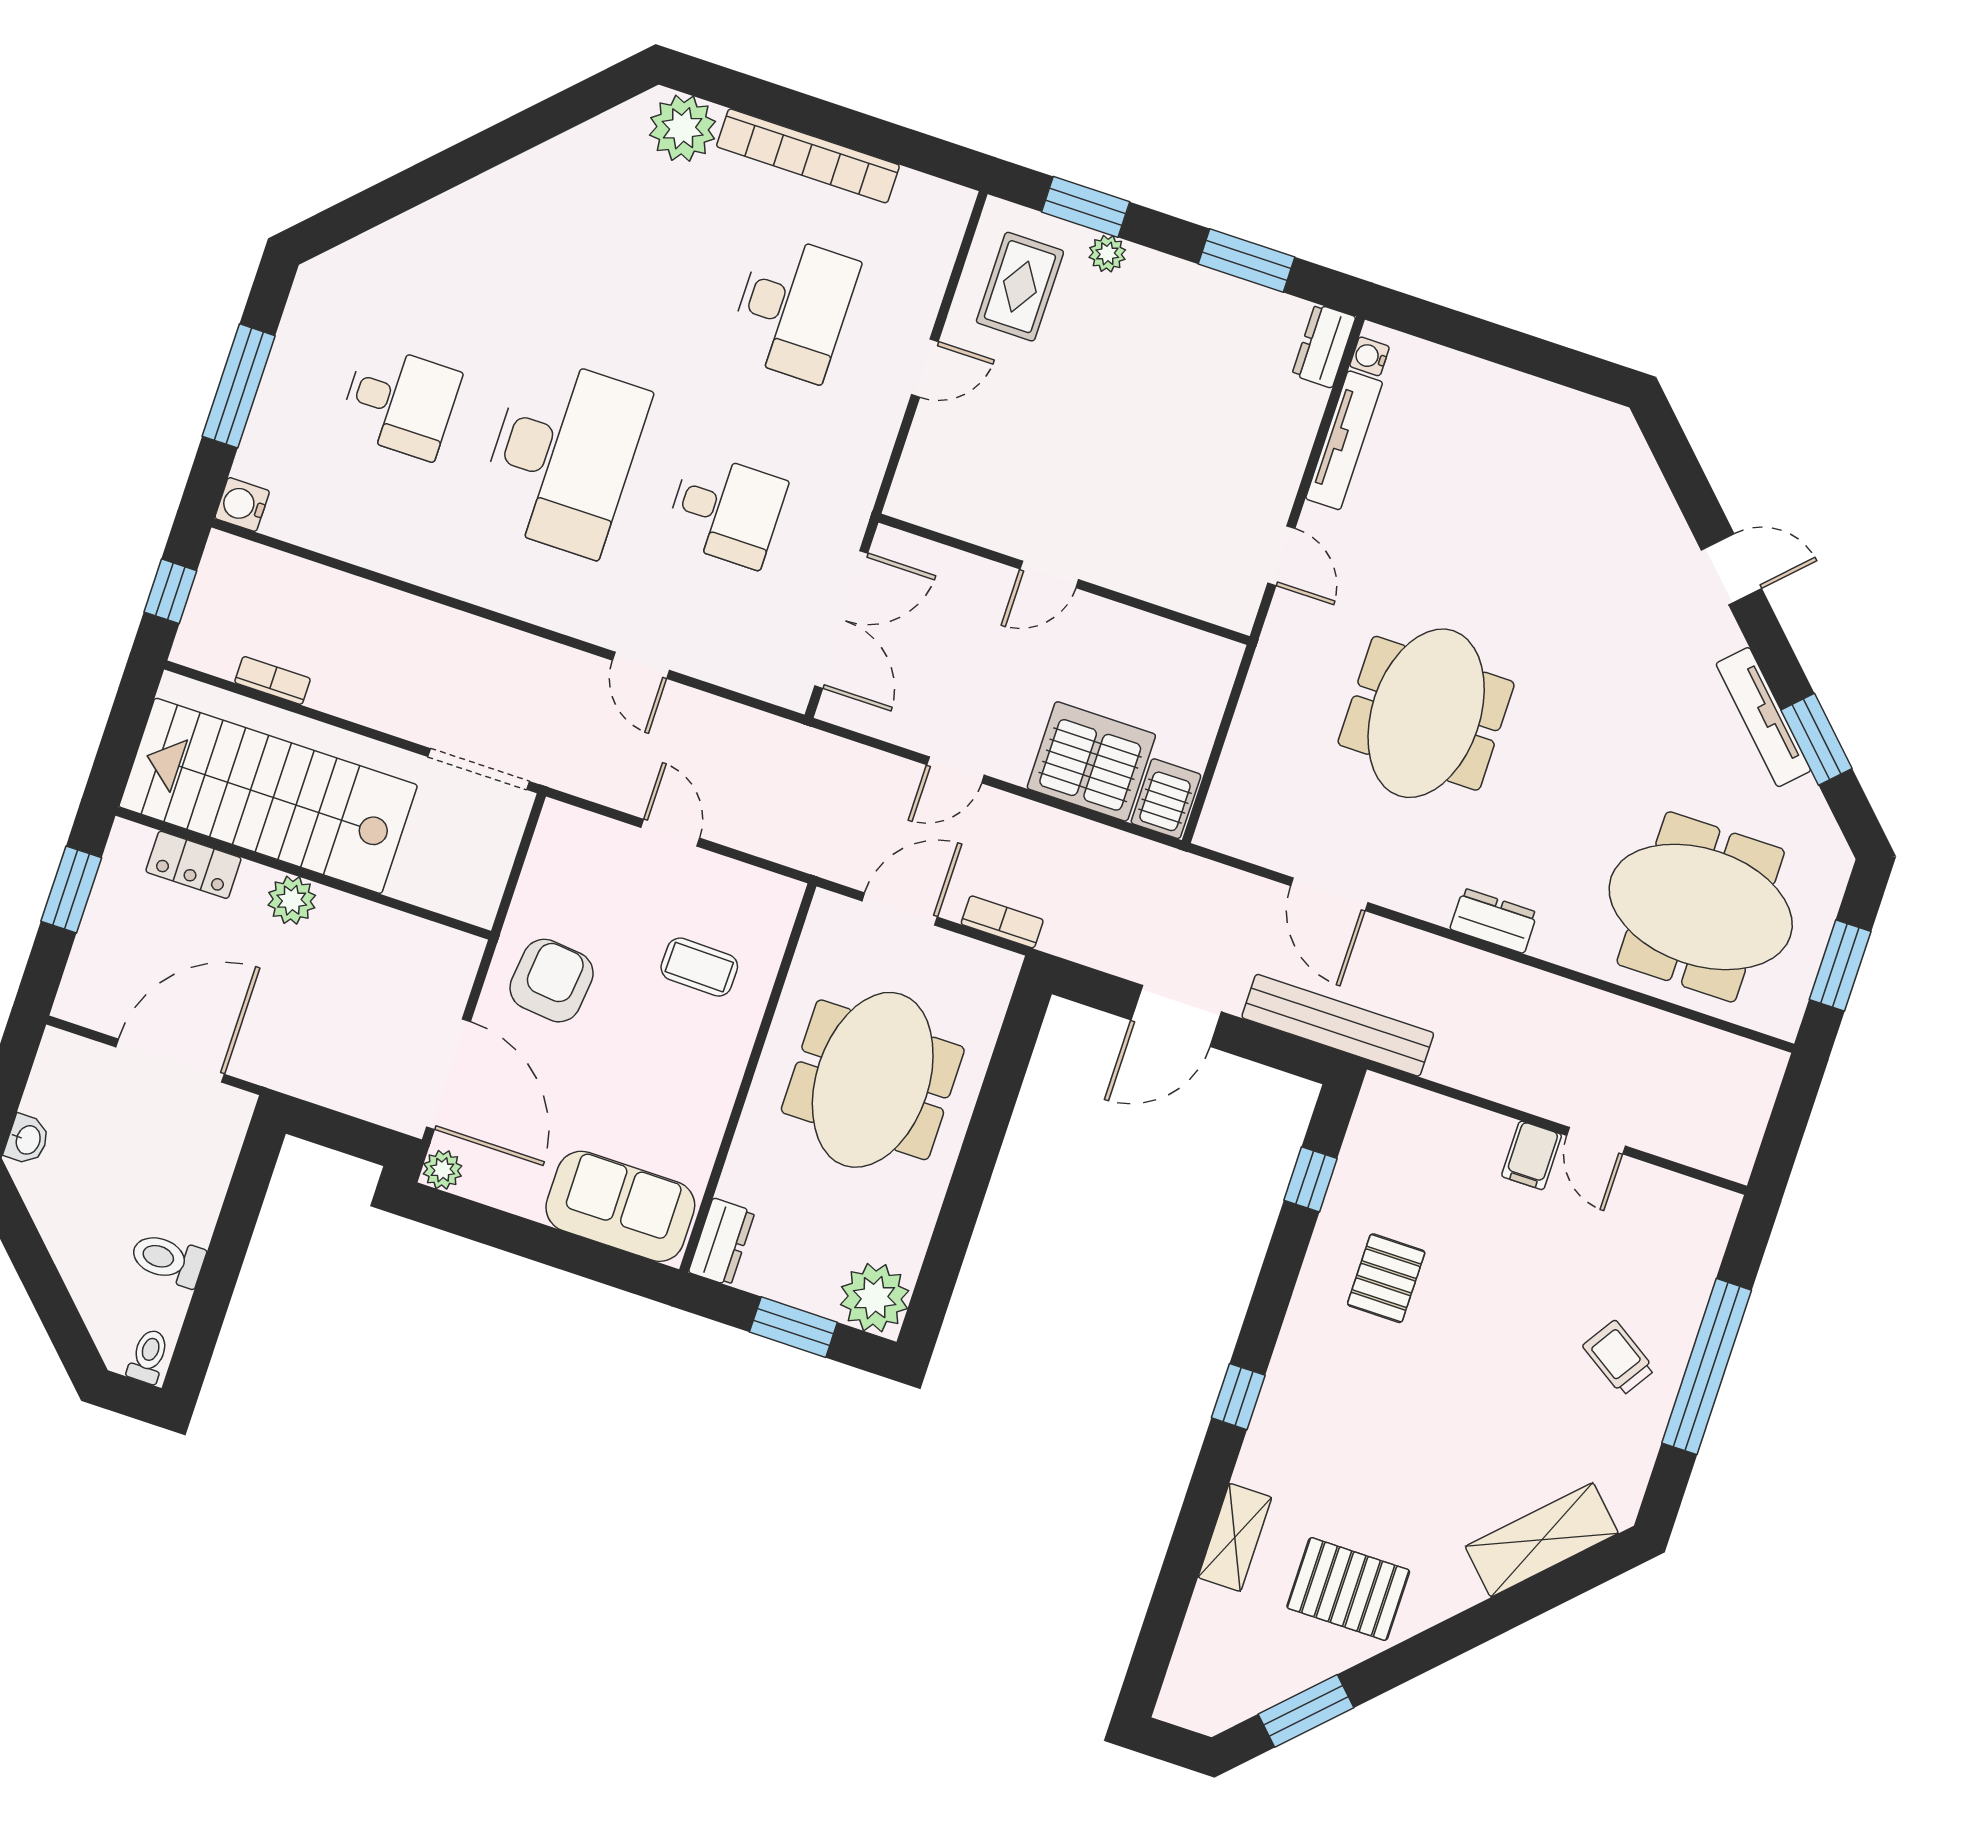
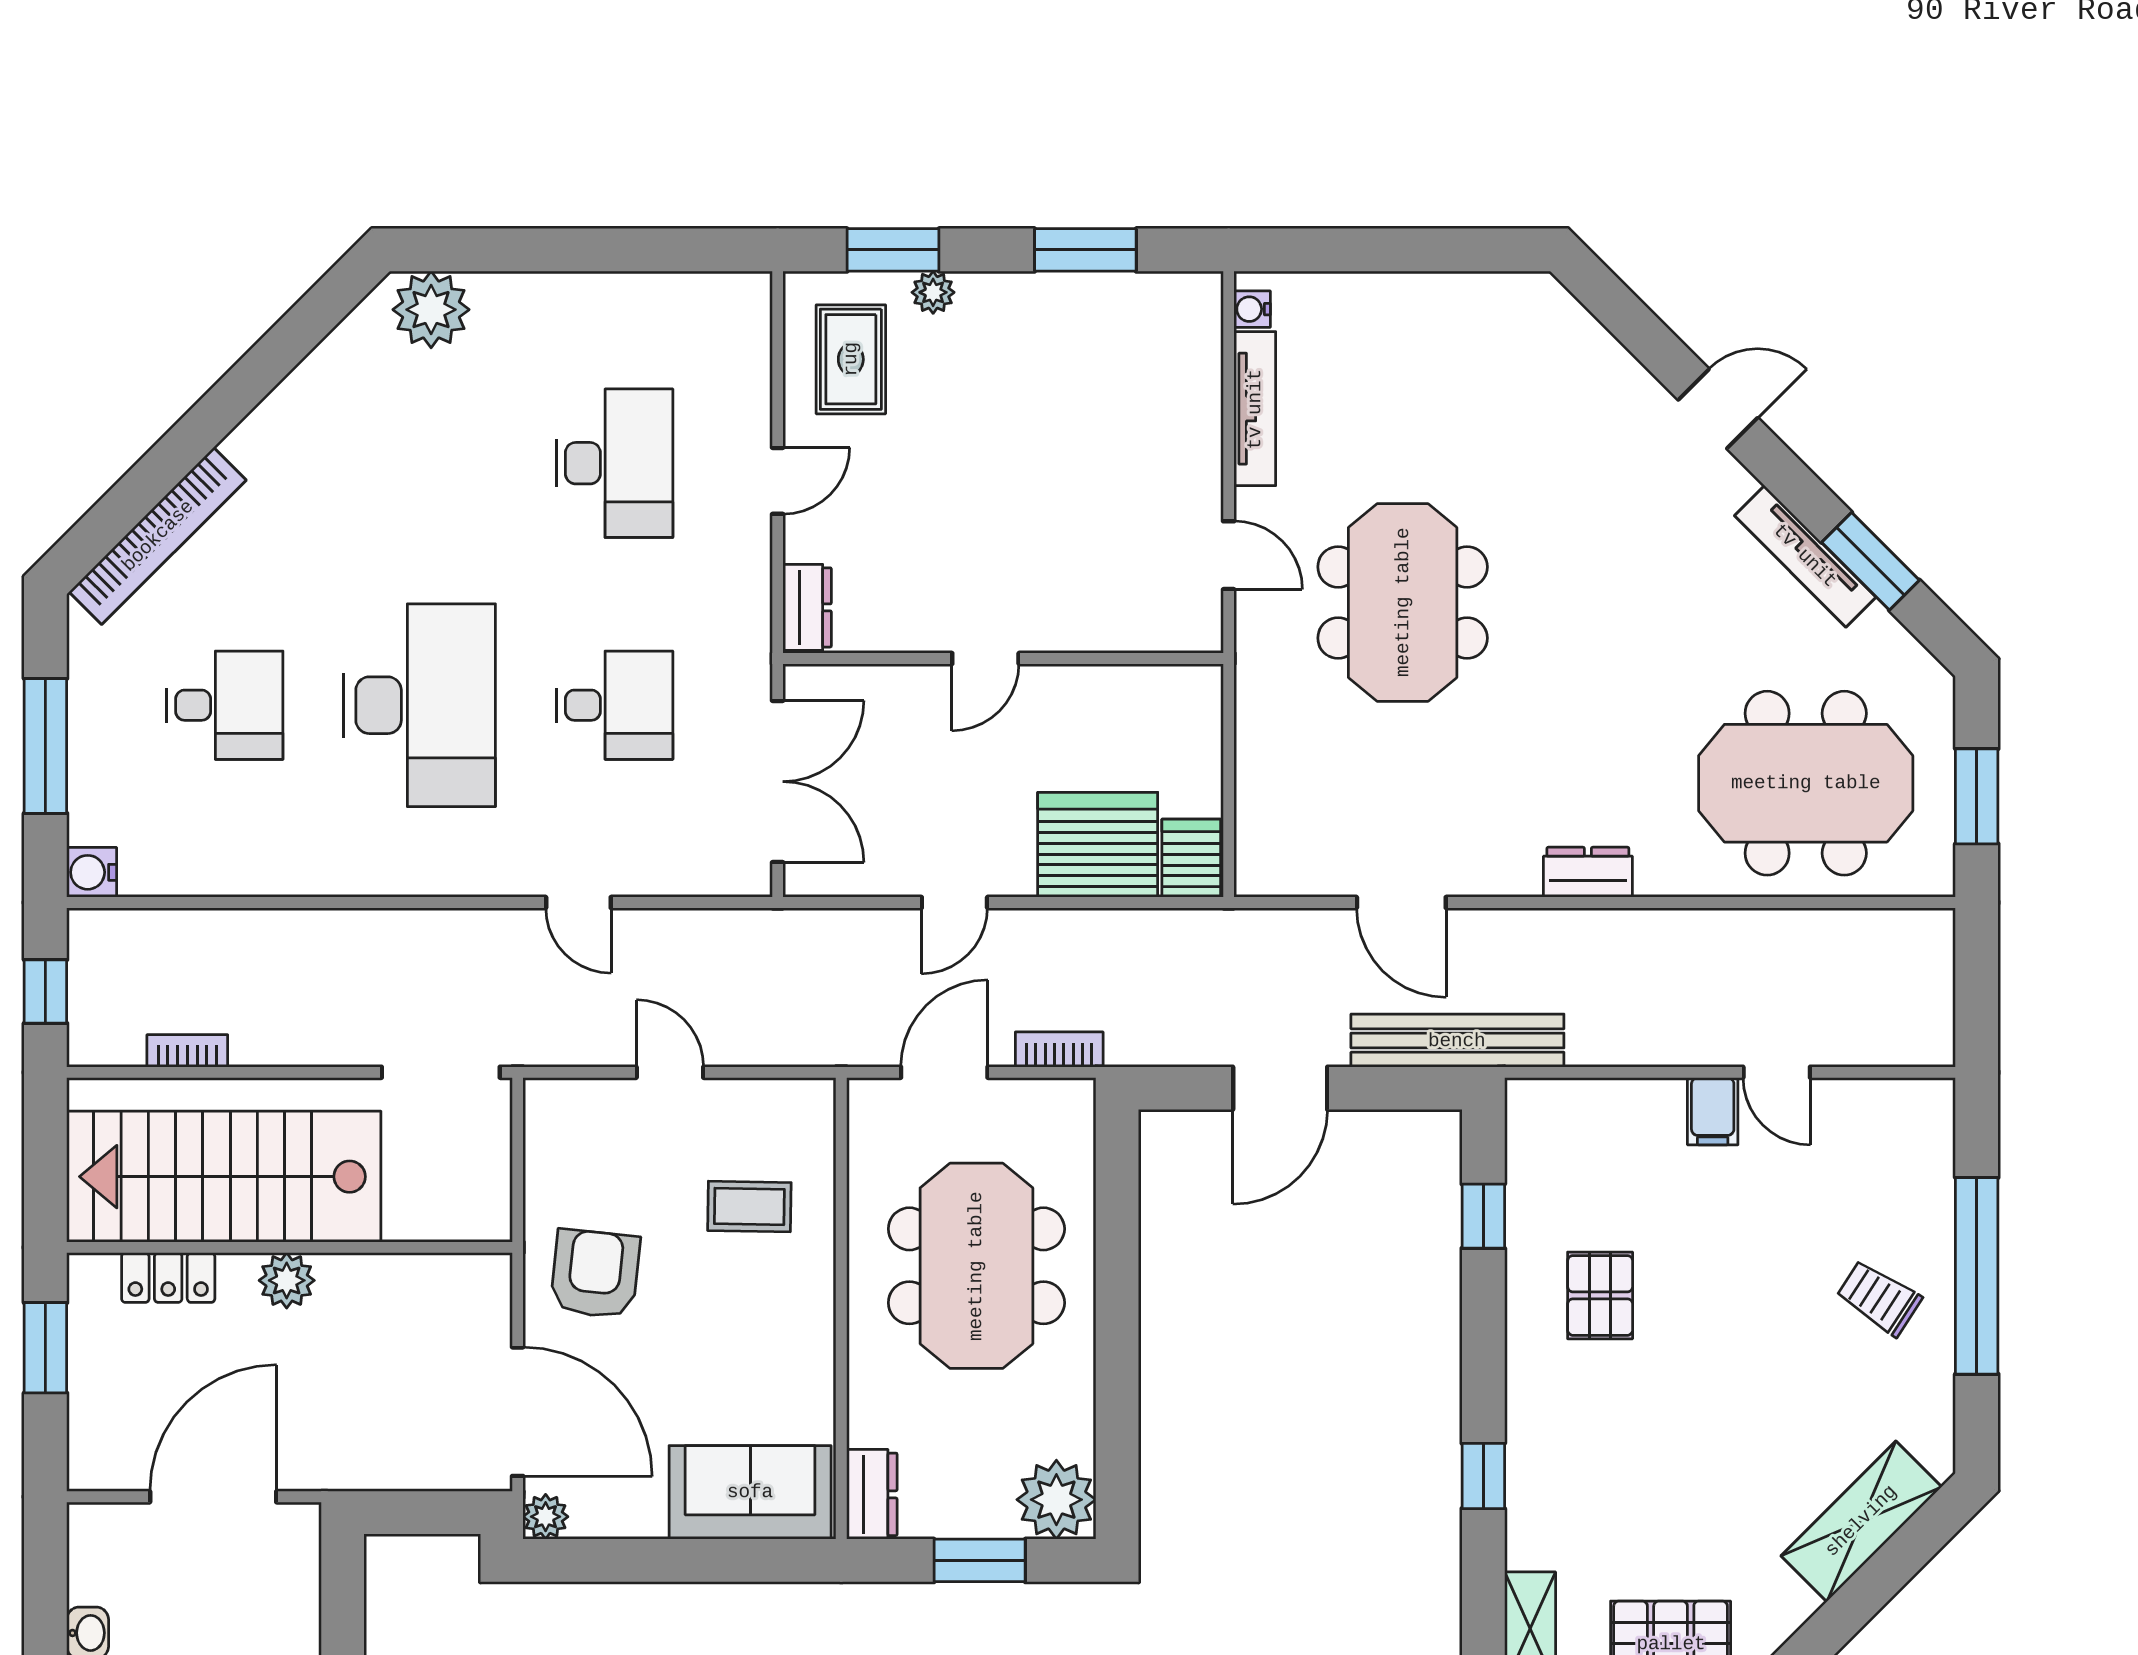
bookcase: (808, 156) -> (158, 536), moved, turned -45
dresser: (1324, 346) -> (807, 607), moved, turned 180
meeting table: (1426, 713) -> (1403, 602), moved

